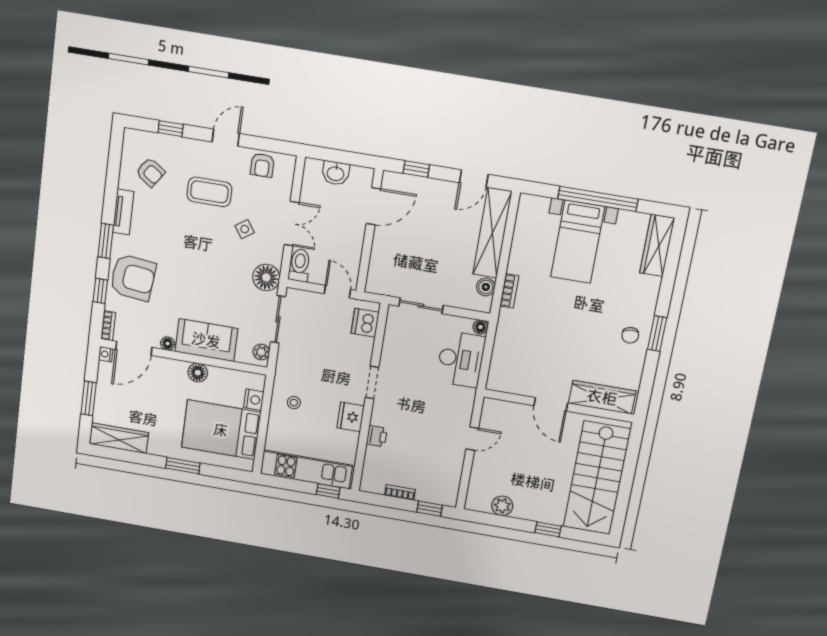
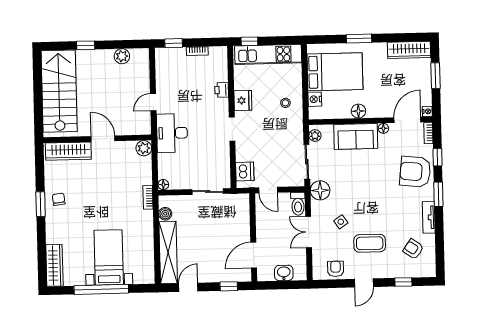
bookcase: (509, 291) -> (148, 197), moved
desk: (461, 359) -> (172, 133), moved
plant: (497, 381) -> (144, 148), added

